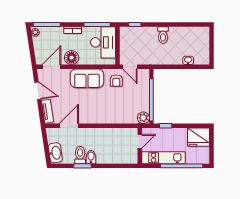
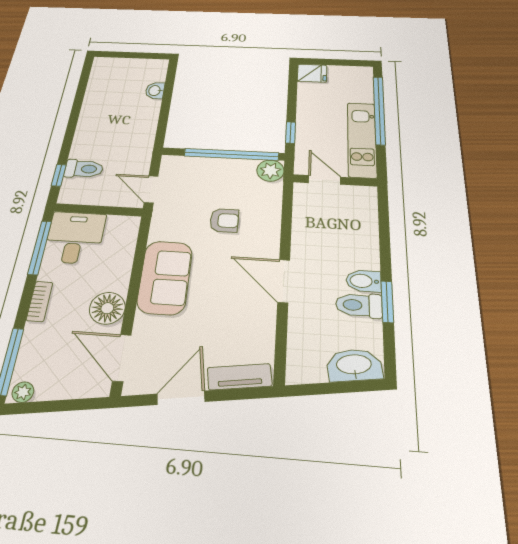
toilet: (163, 35) -> (84, 169), moved
desk: (103, 42) -> (75, 238), width x0.73
door: (130, 67) -> (151, 189), swing flipped
armchair: (116, 81) -> (224, 220), moved
door: (69, 126) -> (284, 281), moved
fridge: (199, 137) -> (312, 73), width x0.53, depth x0.75

